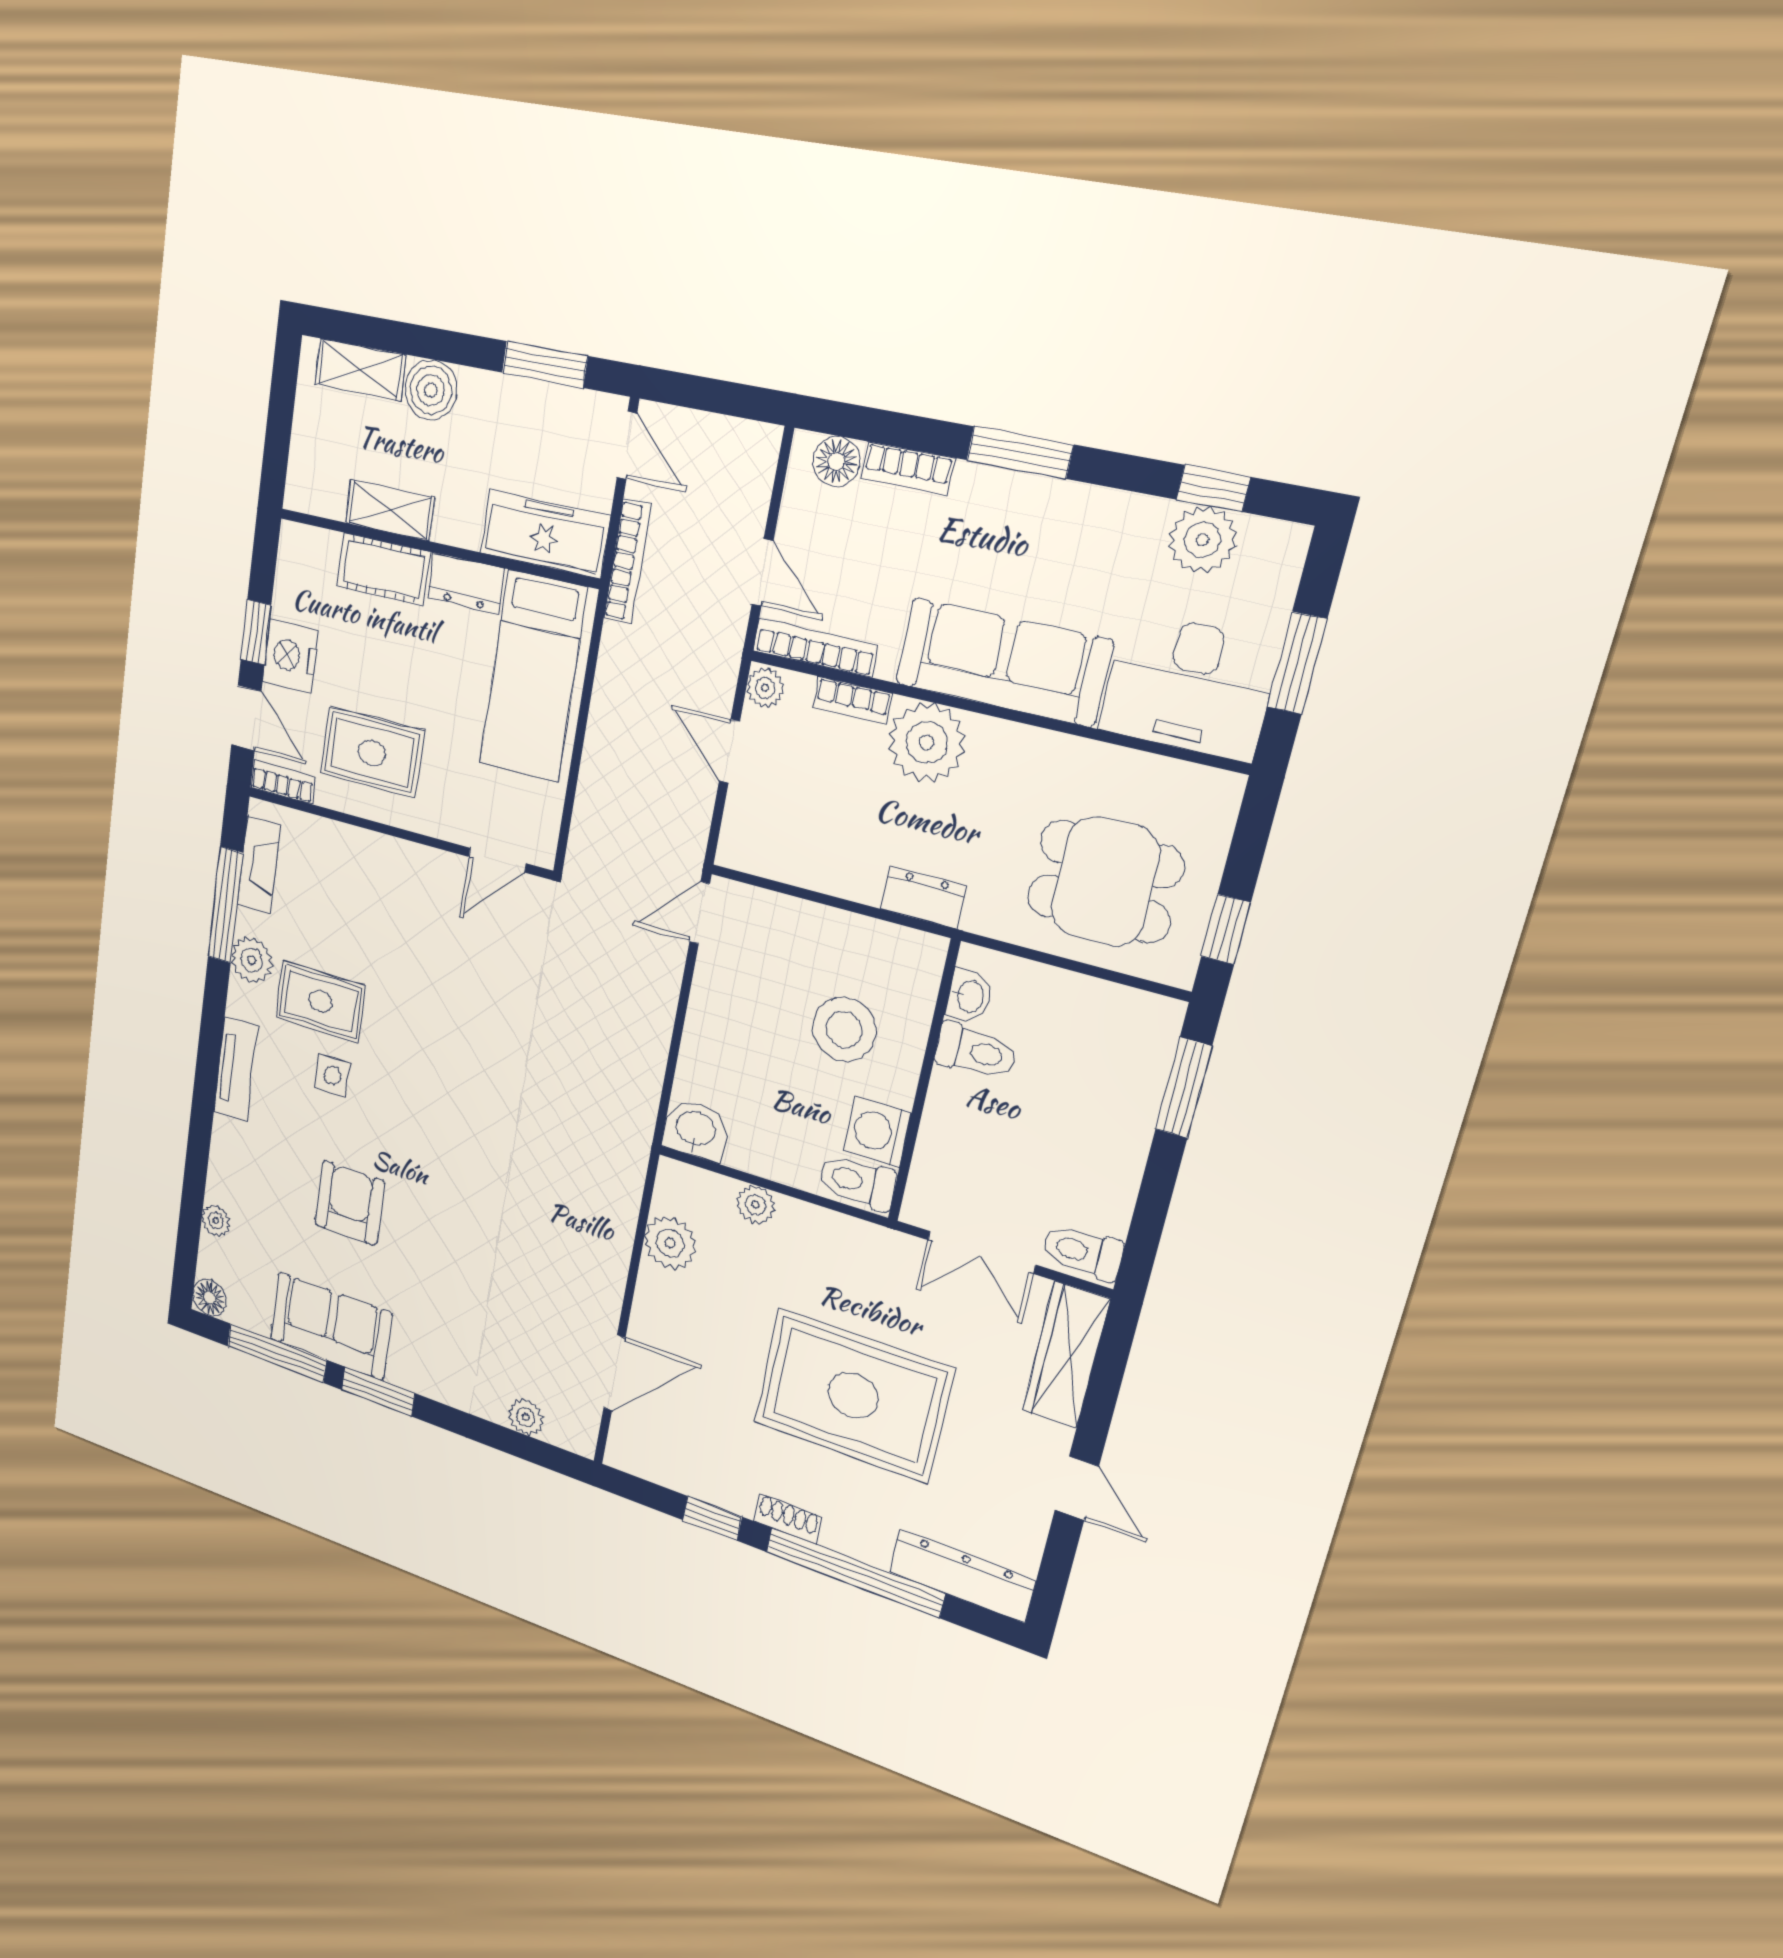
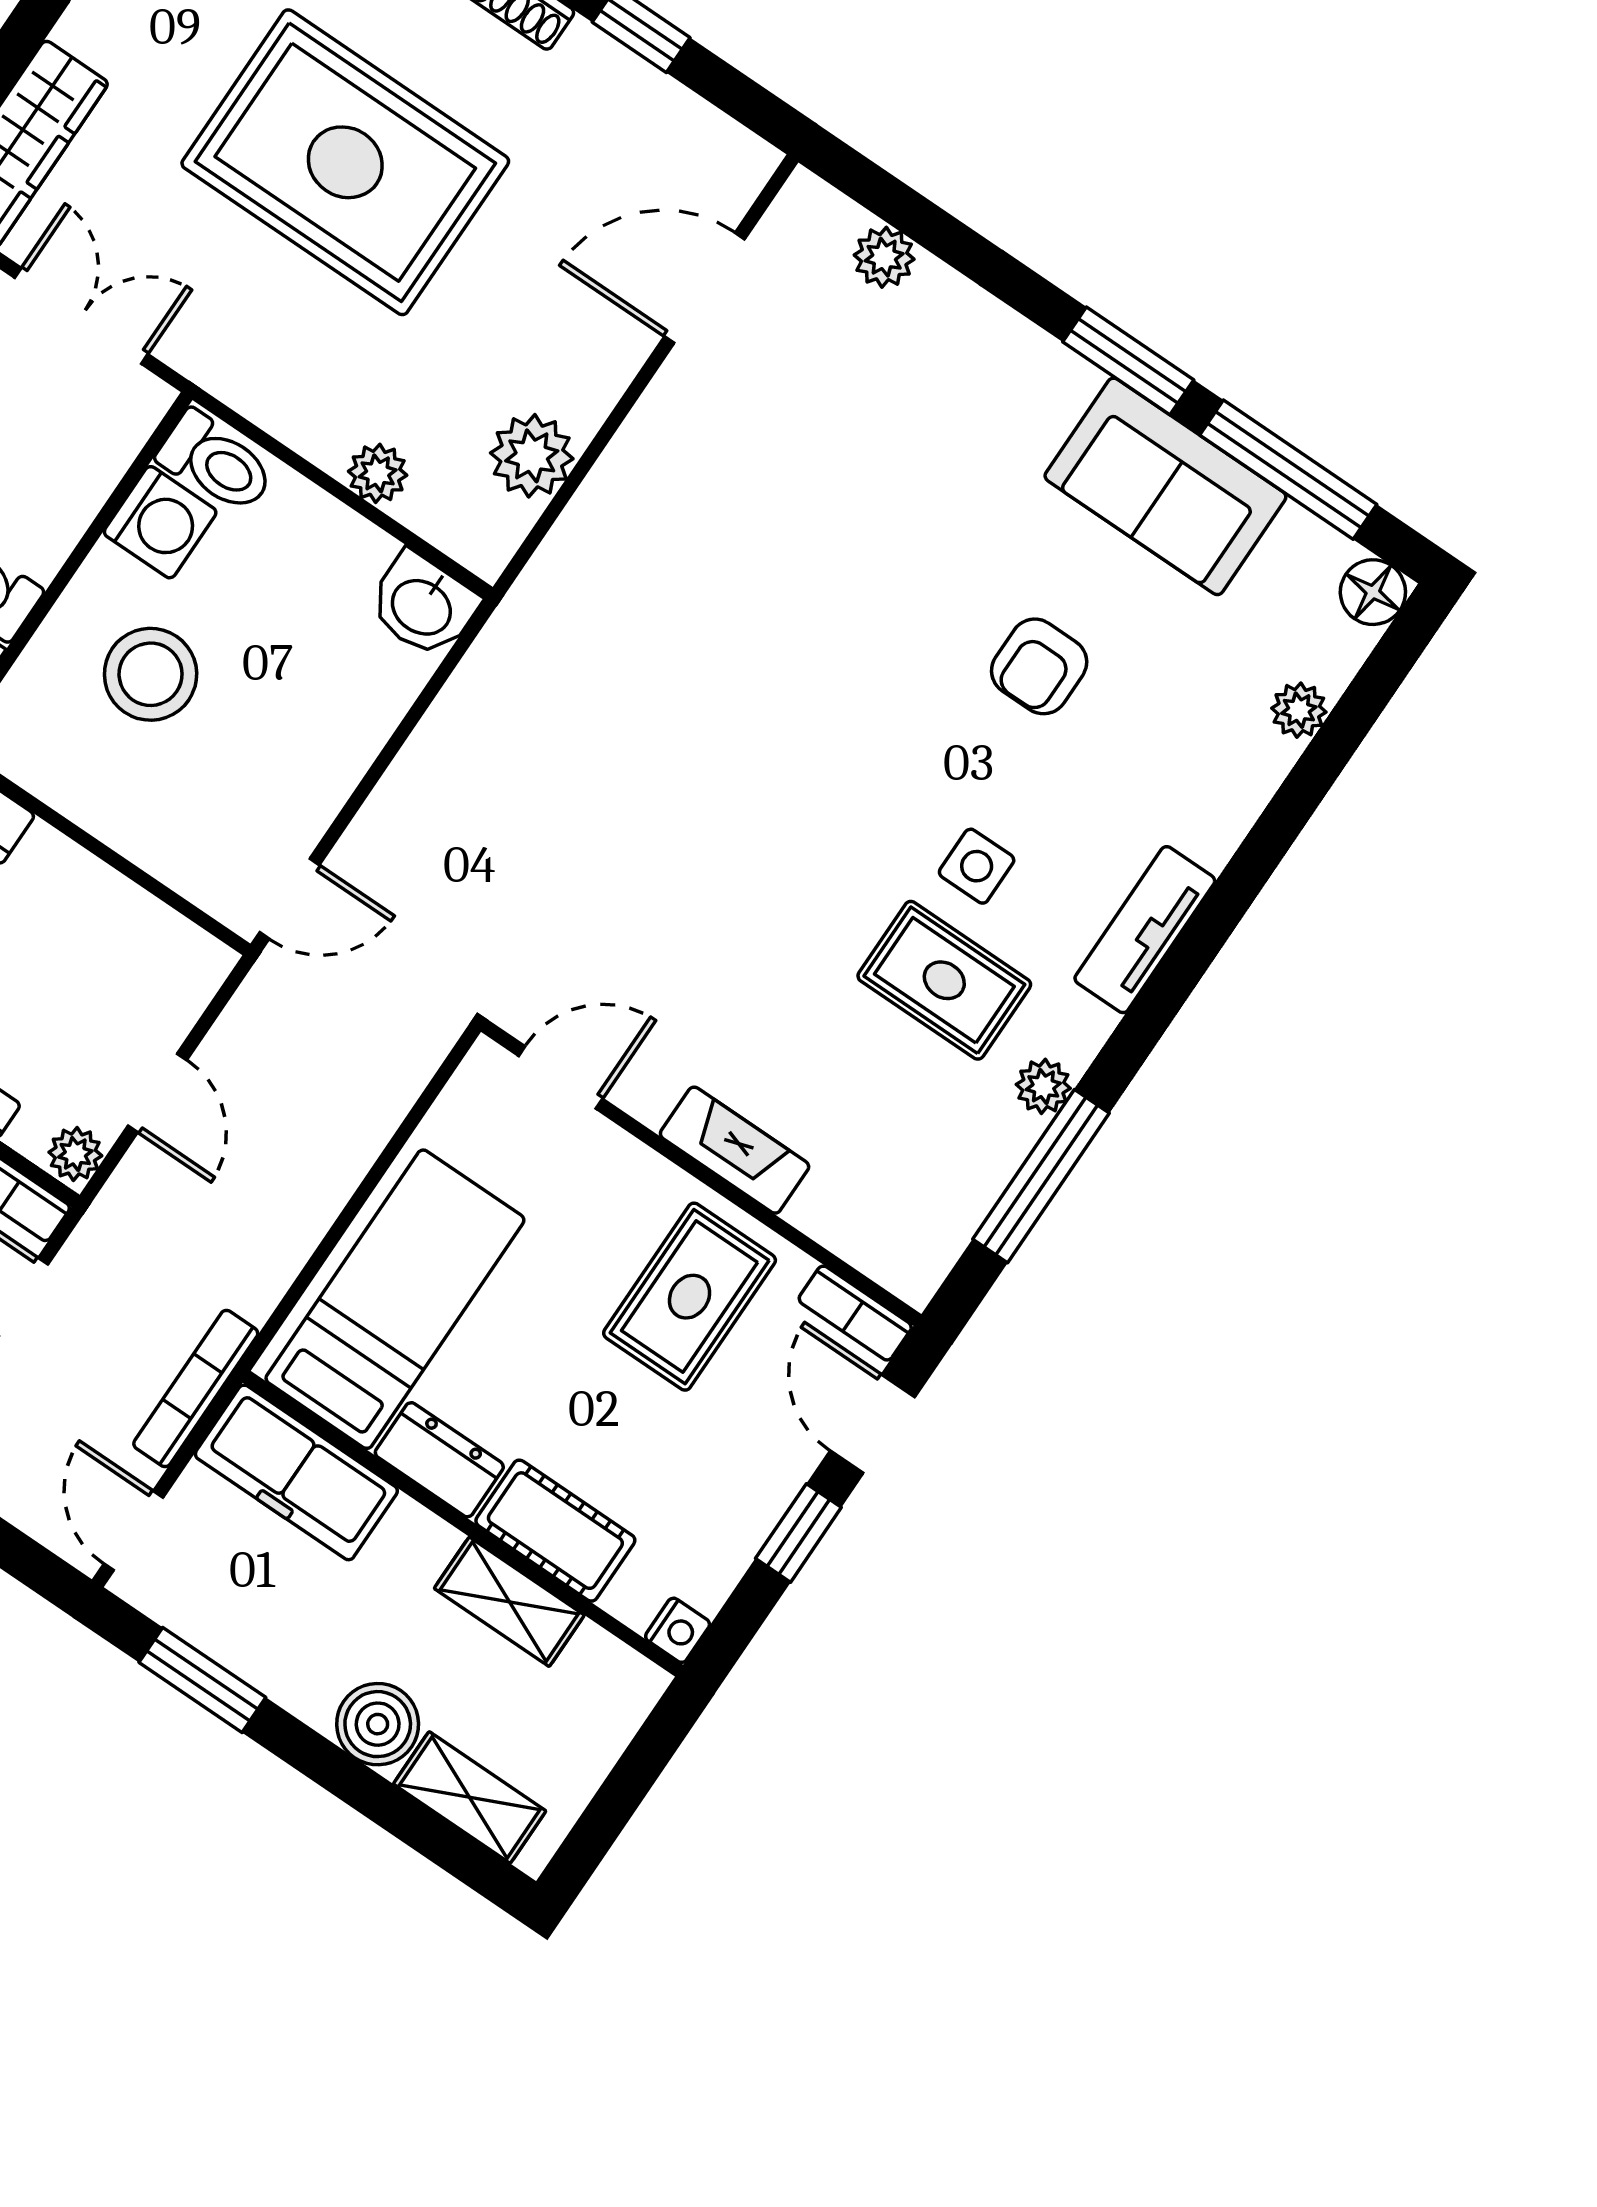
nightstand: (290, 656) -> (678, 1630), moved, width x0.53, depth x0.56
rug: (372, 753) -> (690, 1297), turned 90
fireplace: (259, 865) -> (735, 1150), moved, turned 90
plant: (252, 960) -> (1043, 1086), width x0.73, depth x0.73
armchair: (349, 1203) -> (1039, 666), width x0.72, depth x0.72

